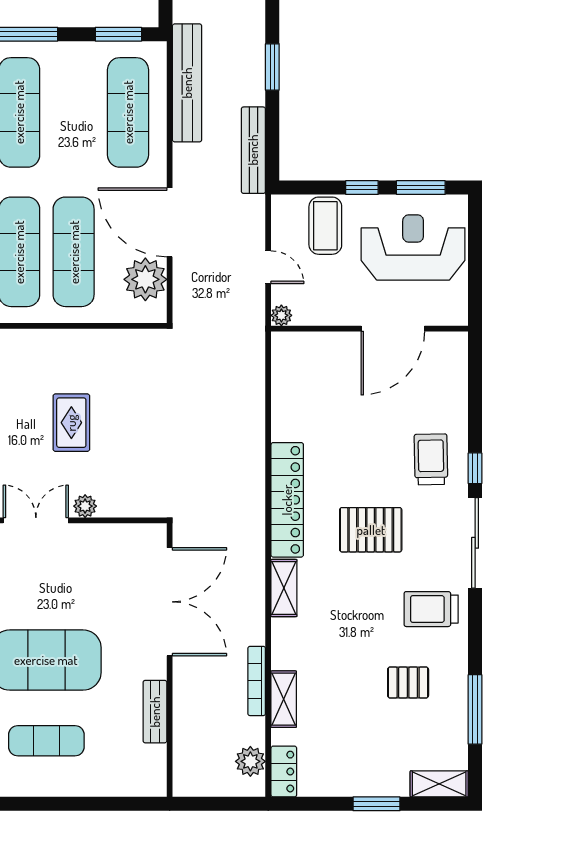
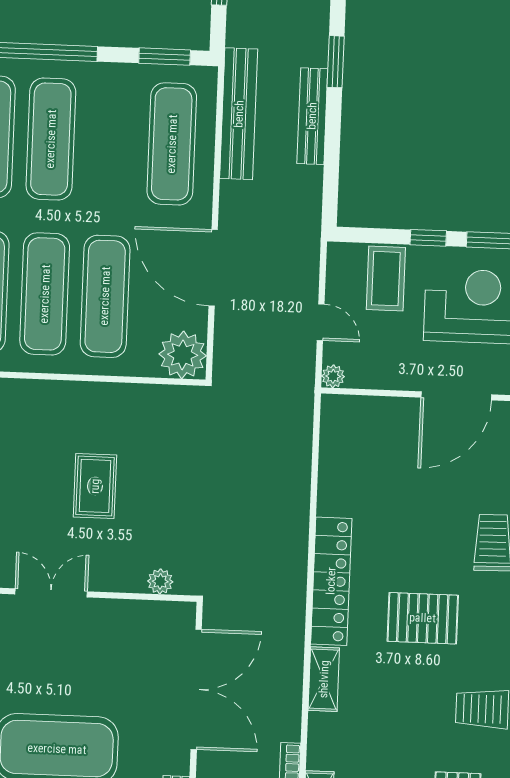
window: (272, 67) -> (336, 62), moved
bench: (253, 150) -> (312, 116), moved
plant: (145, 279) -> (183, 355), moved
plant: (85, 506) -> (160, 581), moved

